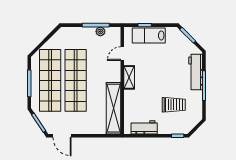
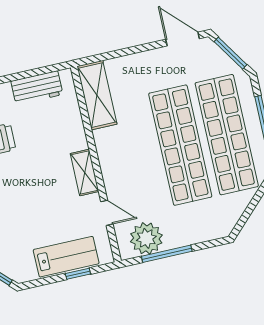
plant: (100, 31) -> (146, 238), width x1.88, depth x1.88
door: (122, 54) -> (107, 213), hinge flipped
shelving: (113, 108) -> (97, 95), width x0.68

